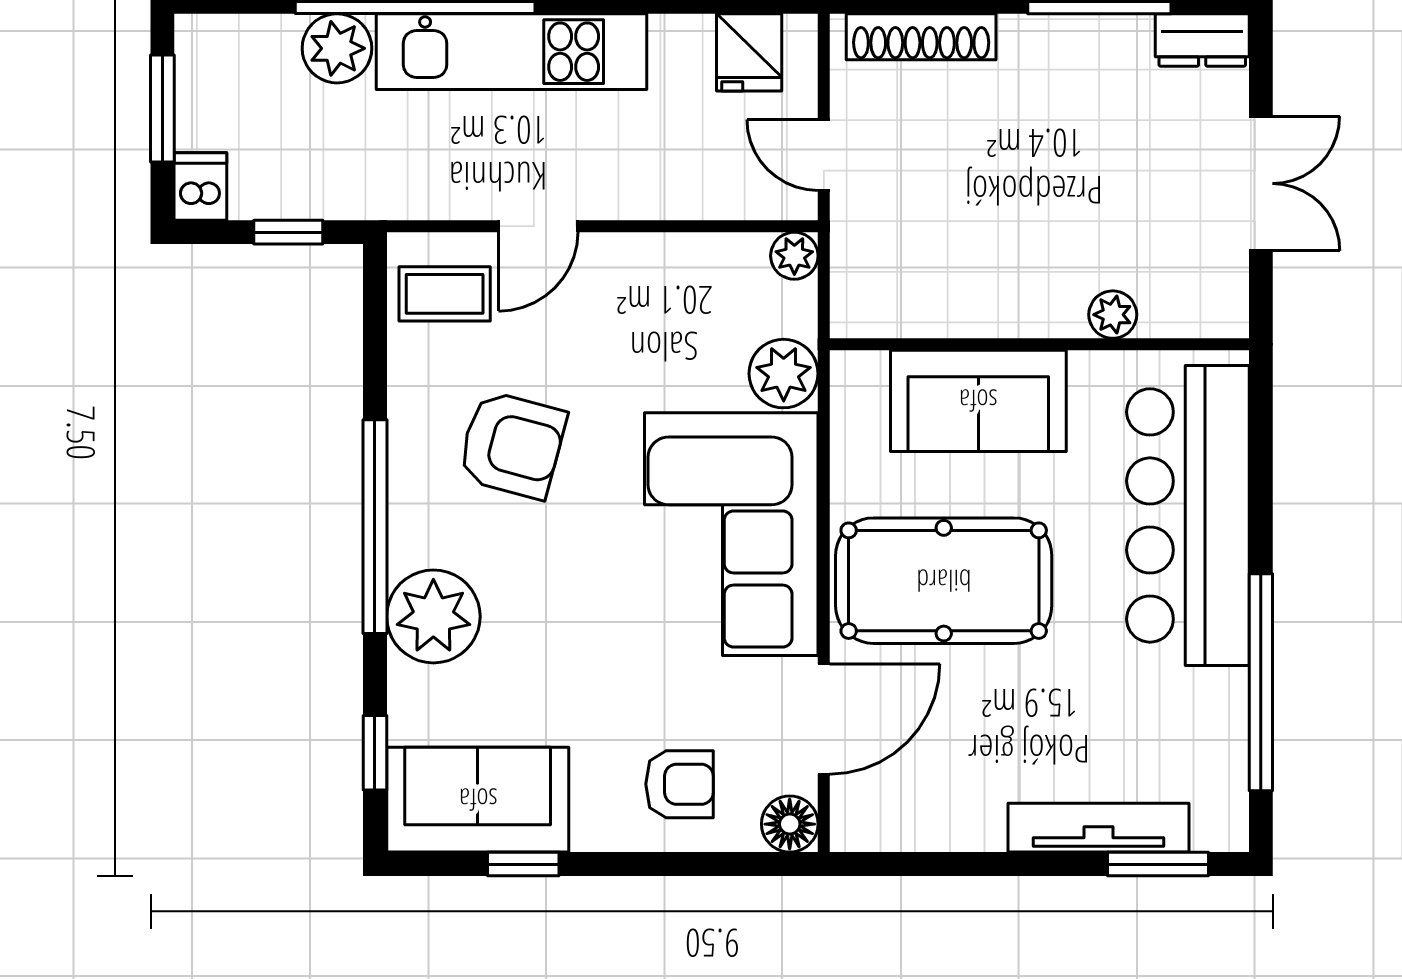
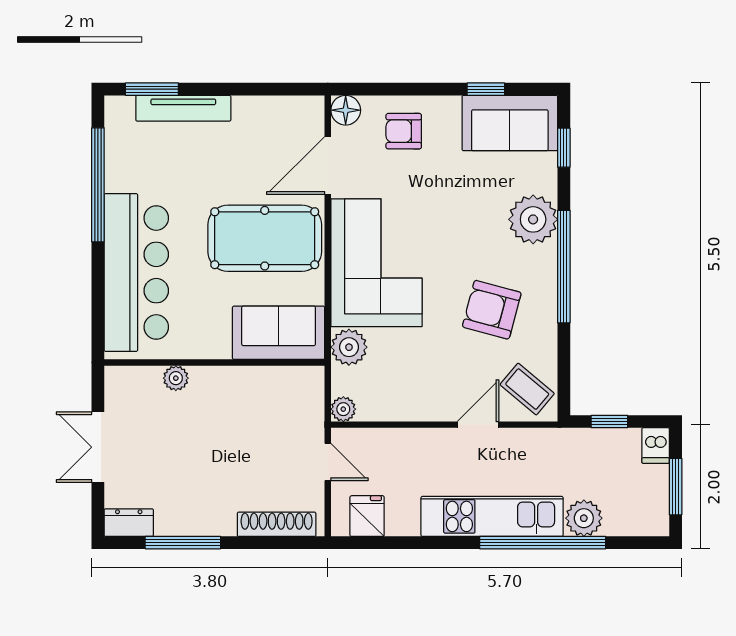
coffee table: (445, 294) -> (527, 389), turned 40
sofa: (978, 401) -> (279, 333), moved

